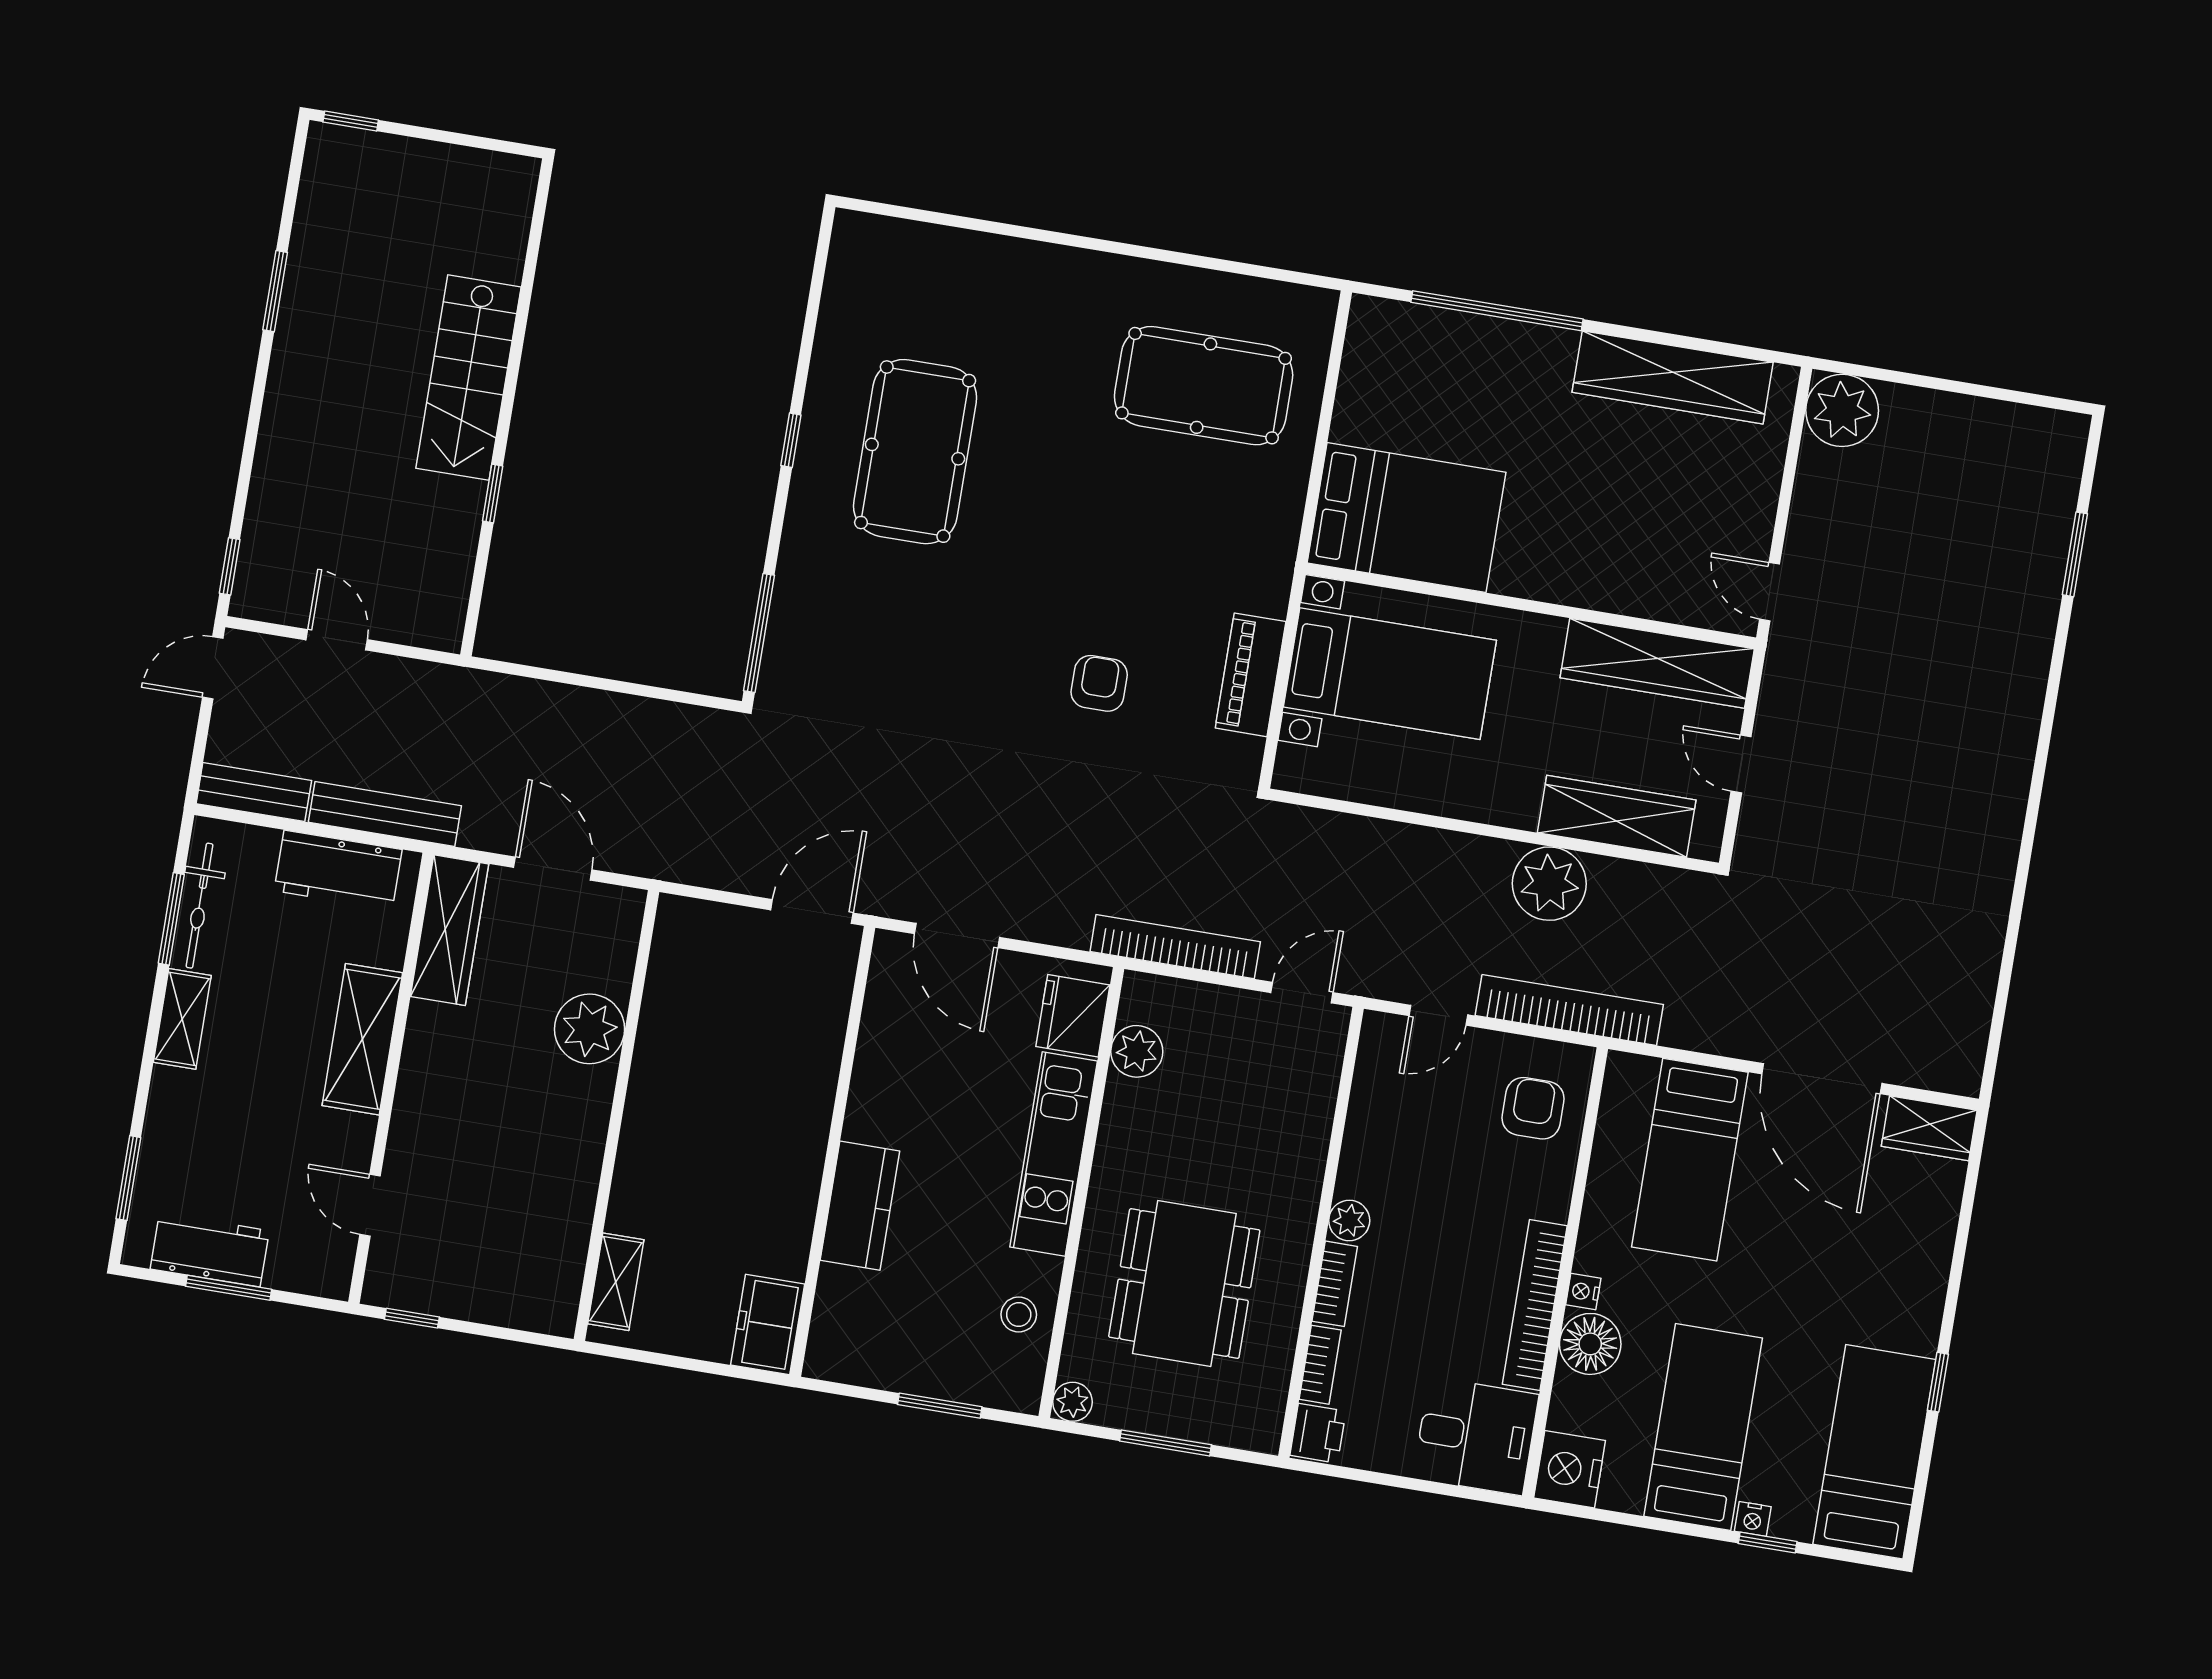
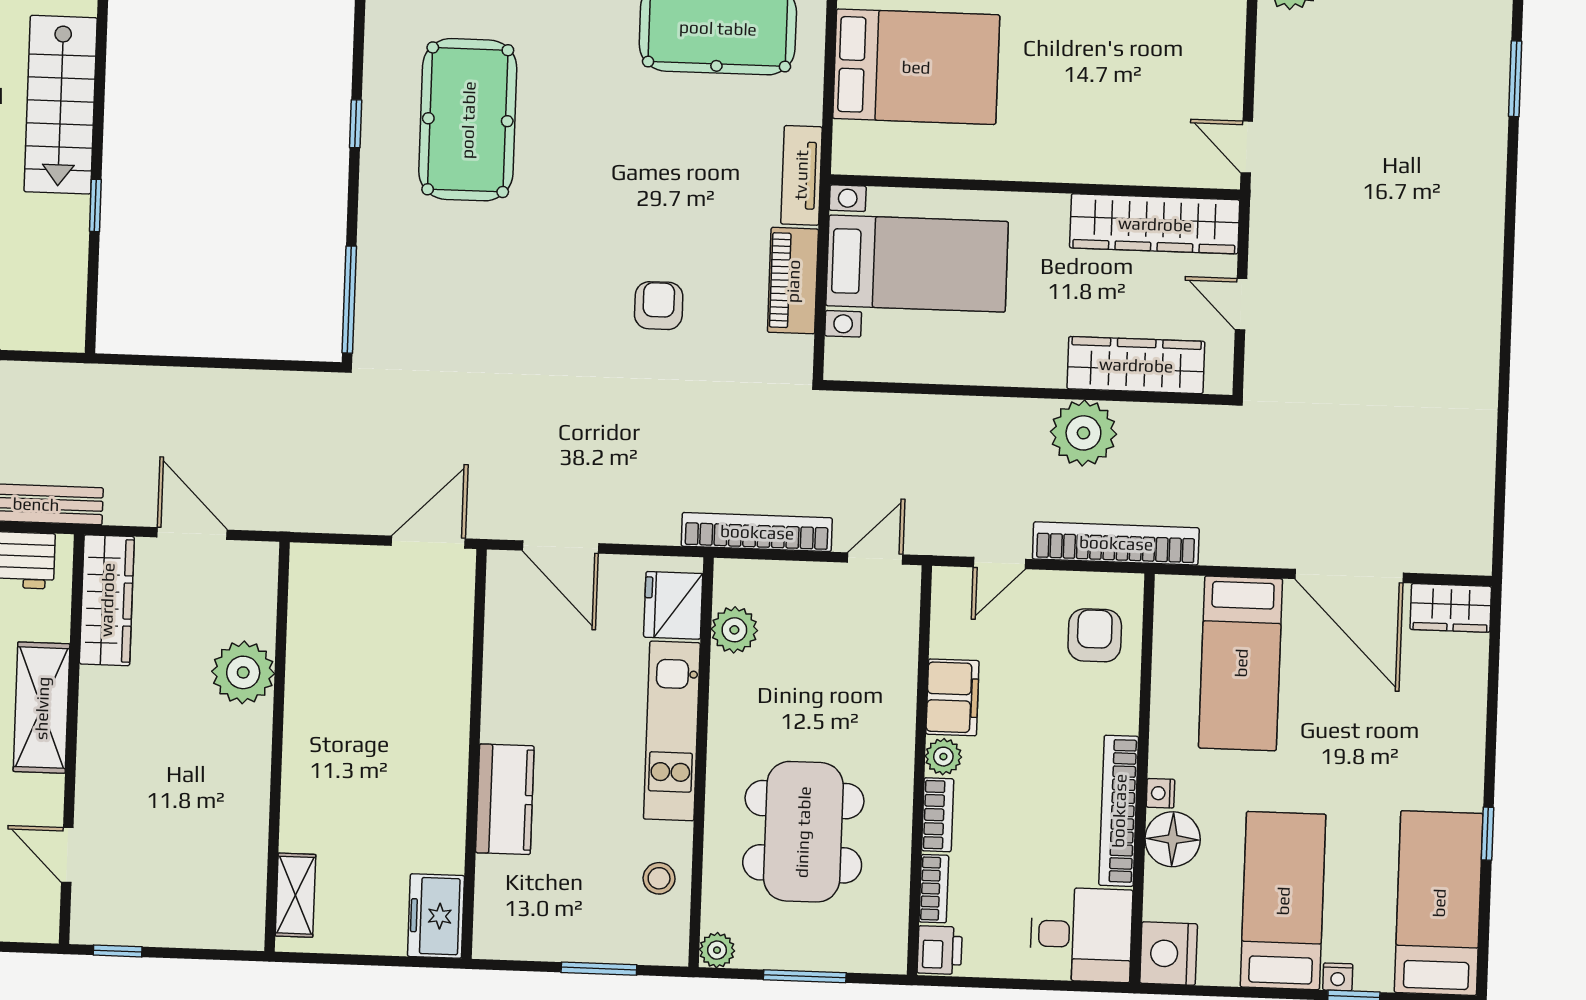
bed: (1406, 518) -> (916, 67), moved
tv unit: (1275, 560) -> (801, 175), added
filing cabinet: (1368, 1157) -> (952, 697), added

